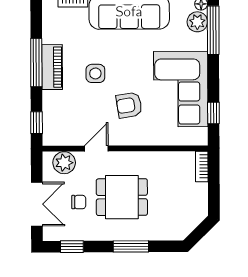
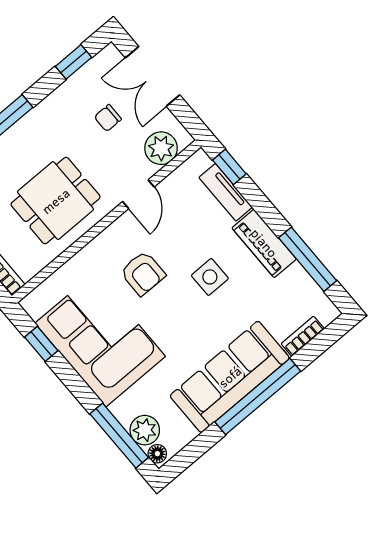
window: (36, 63) -> (308, 259), moved
armchair: (129, 105) -> (143, 273), turned 99
tv unit: (50, 111) -> (226, 192), added
dining table: (122, 197) -> (56, 201), moved

